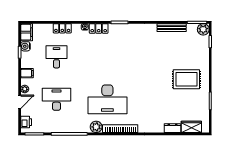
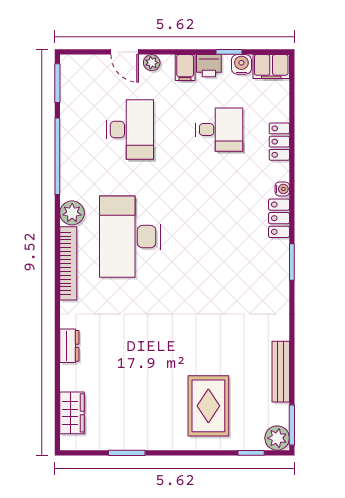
rug: (186, 79) -> (208, 406), moved
printer: (26, 122) -> (209, 66), moved
dresser: (173, 128) -> (69, 346), moved

